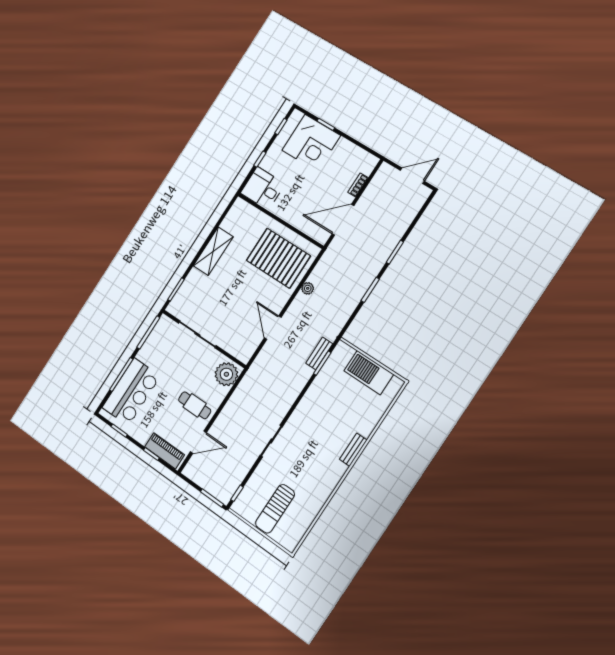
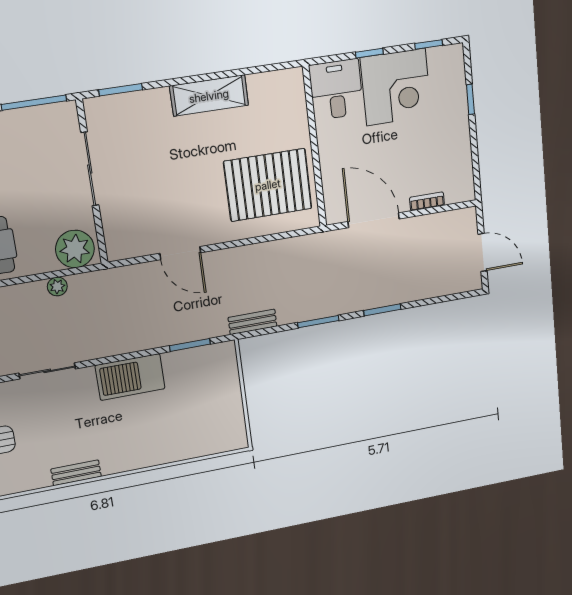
corner desk: (311, 143) -> (396, 87), moved, turned -90
pallet: (278, 258) -> (268, 185), turned 90
plant: (308, 288) -> (57, 286), moved
door: (273, 328) -> (180, 253), swing flipped
bench: (319, 353) -> (252, 322), moved
barbecue: (369, 373) -> (130, 377), moved, turned -90
bench: (353, 450) -> (76, 473), moved

